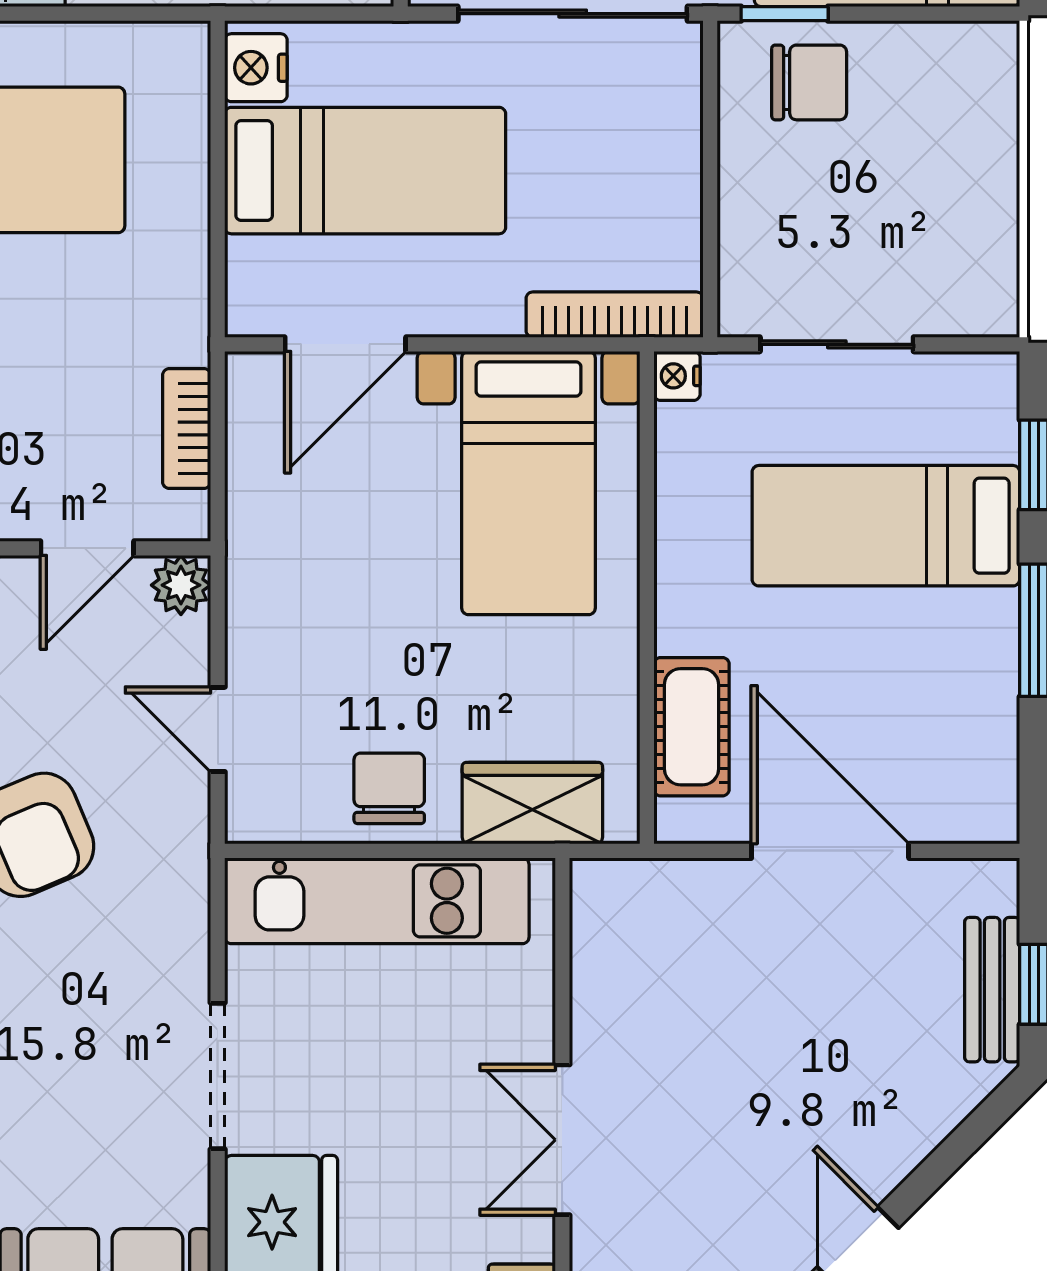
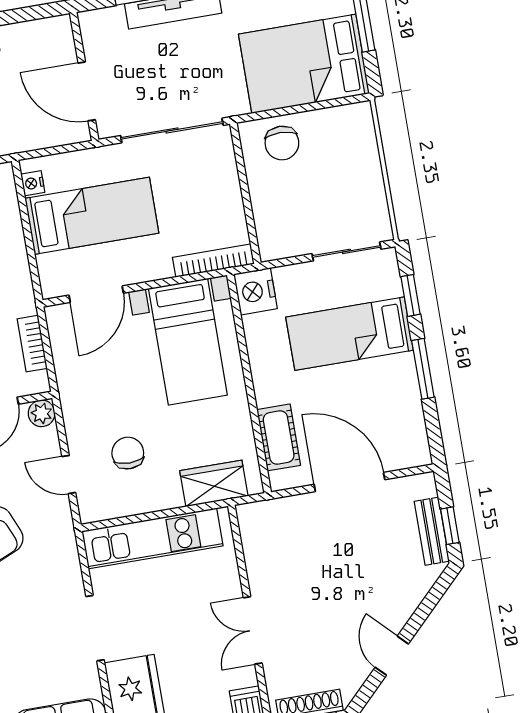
window: (785, 14) -> (266, 114), removed
nightstand: (256, 68) -> (33, 183), width x0.72, depth x0.74
chair: (809, 82) -> (282, 143), turned 91
sliding door: (837, 344) -> (346, 251), moved
nightstand: (677, 376) -> (255, 291), width x1.89, depth x1.79
chair: (389, 788) -> (128, 453), moved

